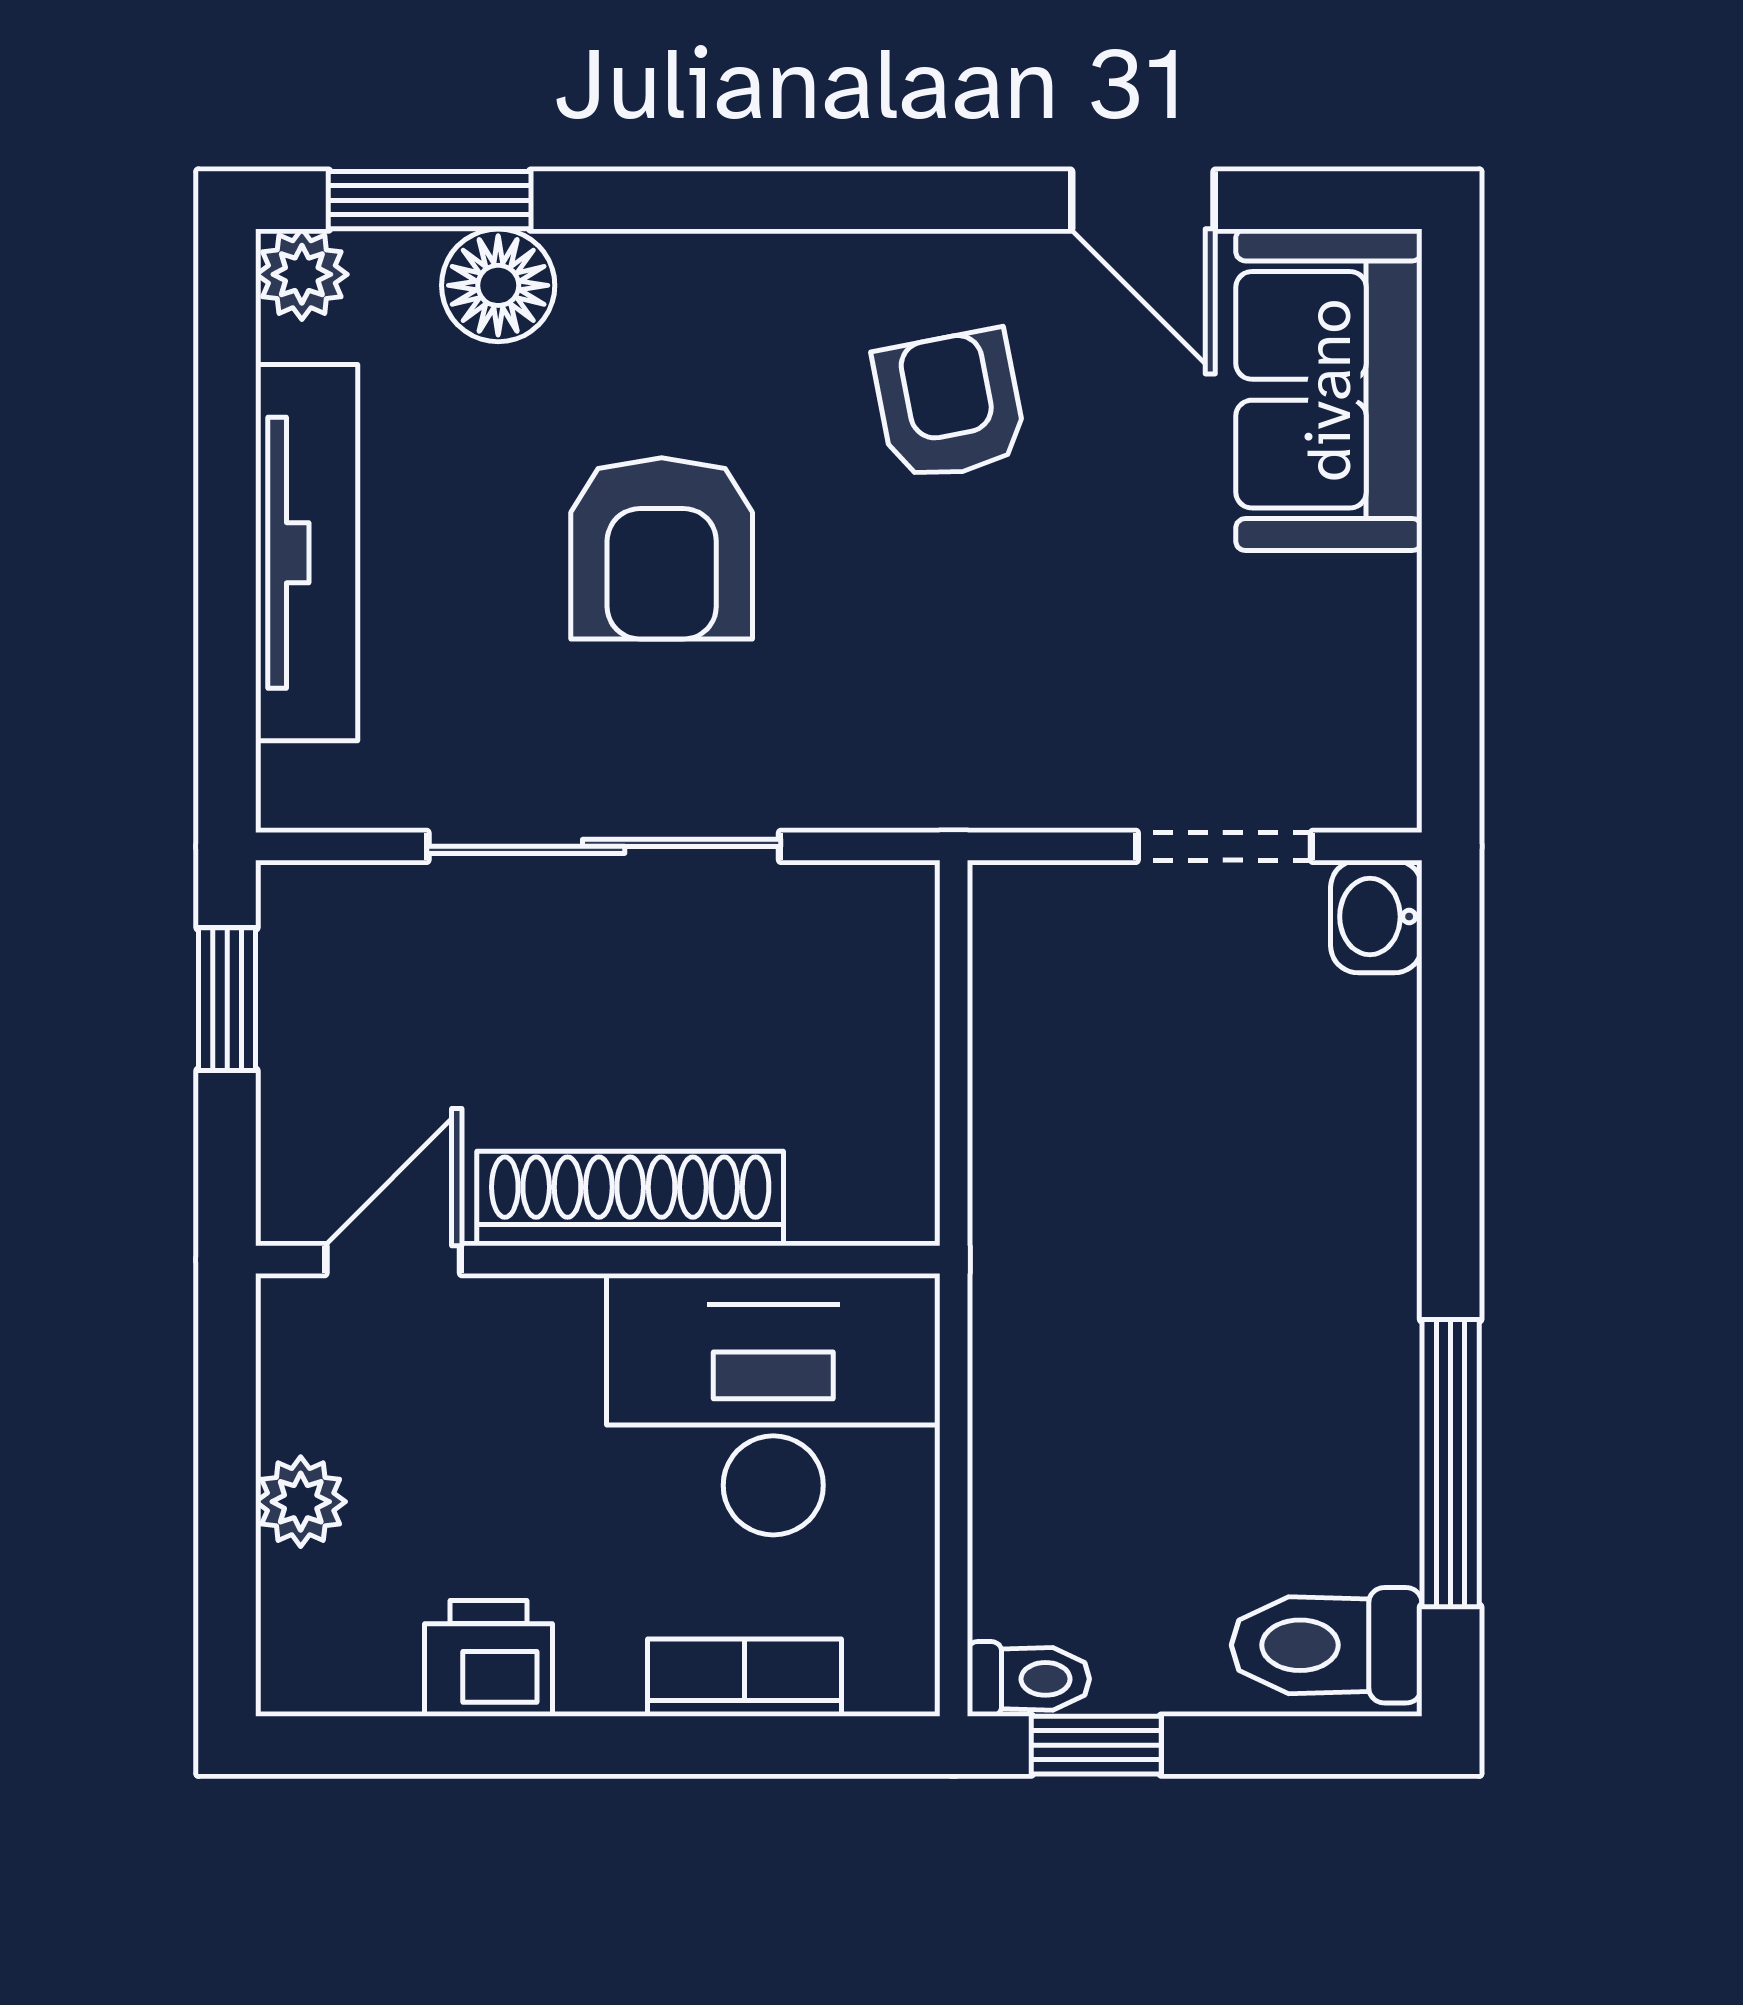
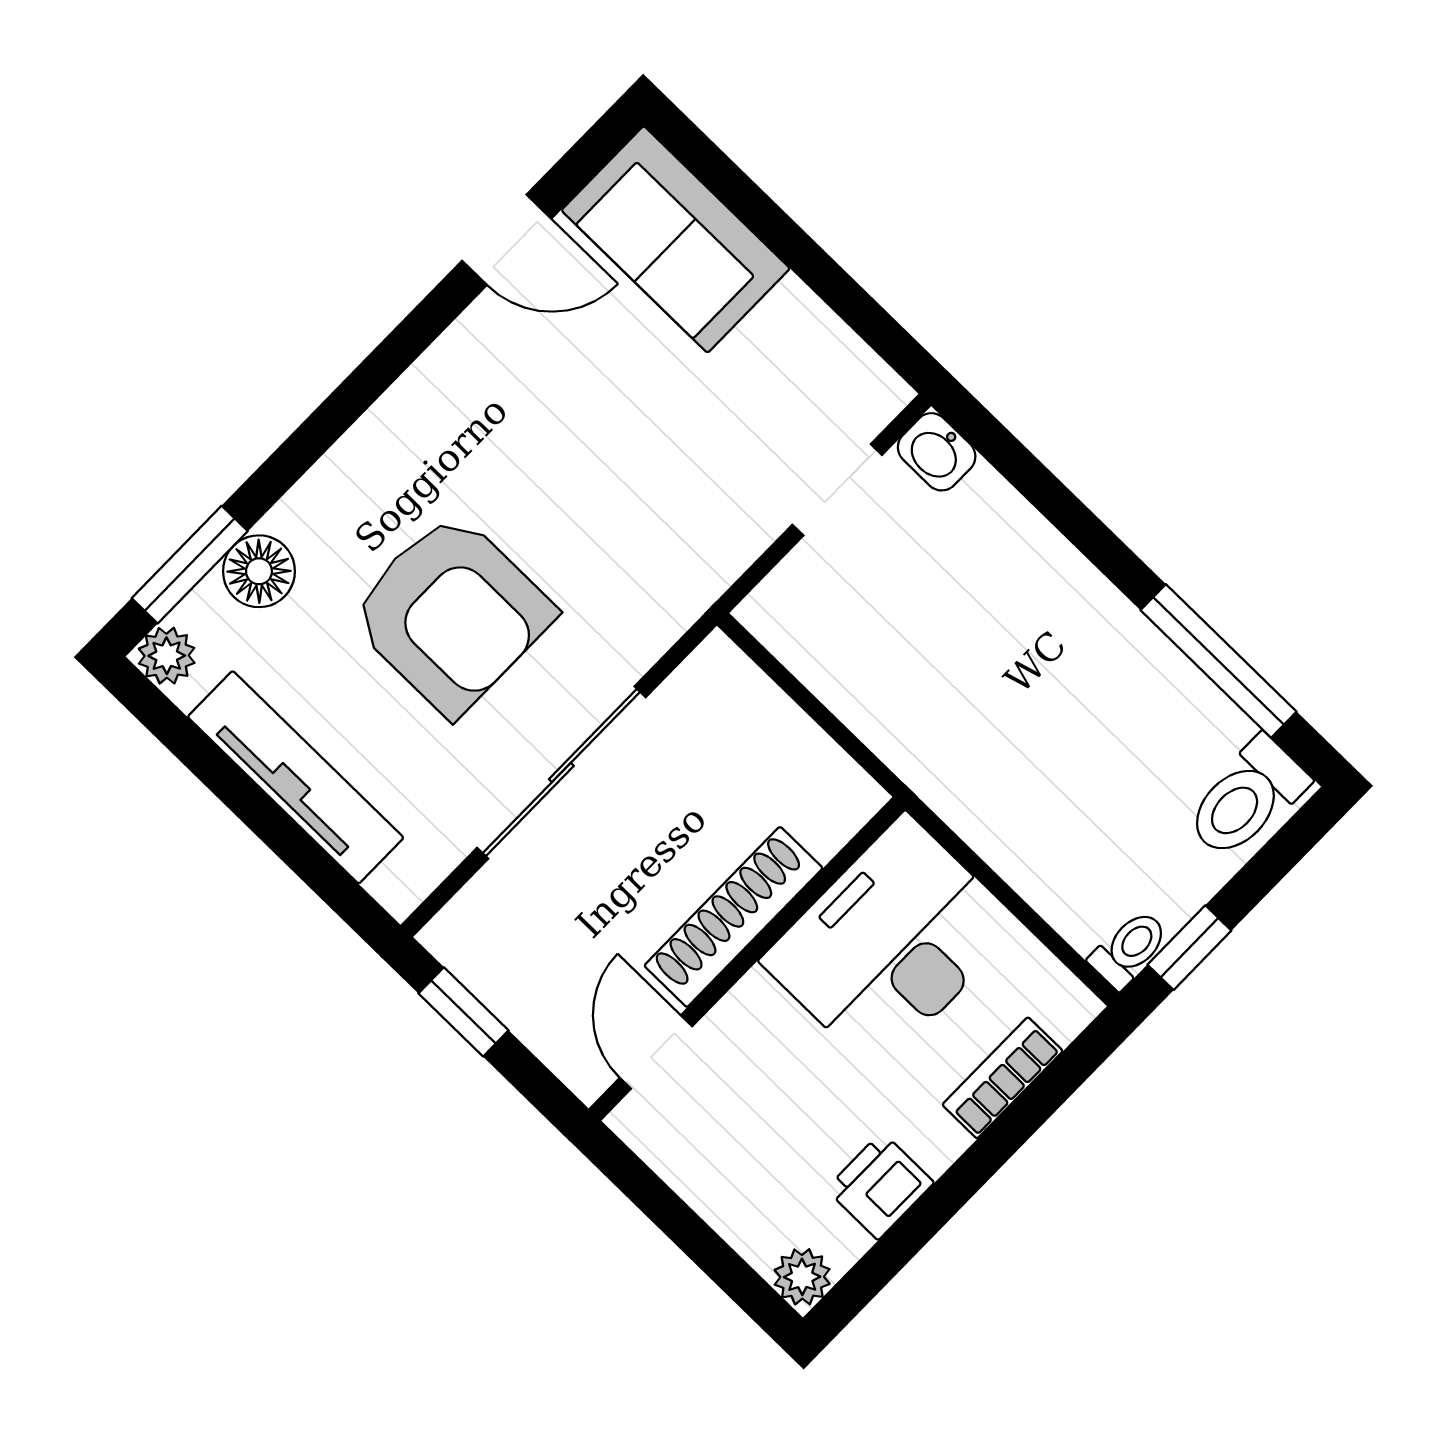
armchair: (950, 405) -> (514, 419), removed
armchair: (662, 548) -> (451, 614), width x1.36, depth x1.36
plant: (301, 1502) -> (802, 1277), moved

